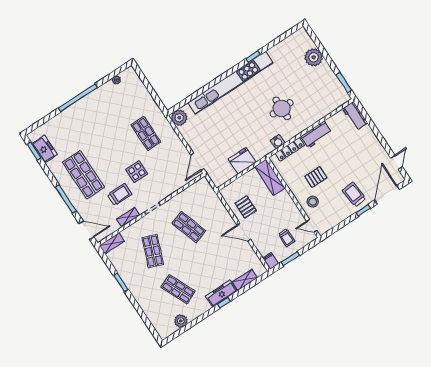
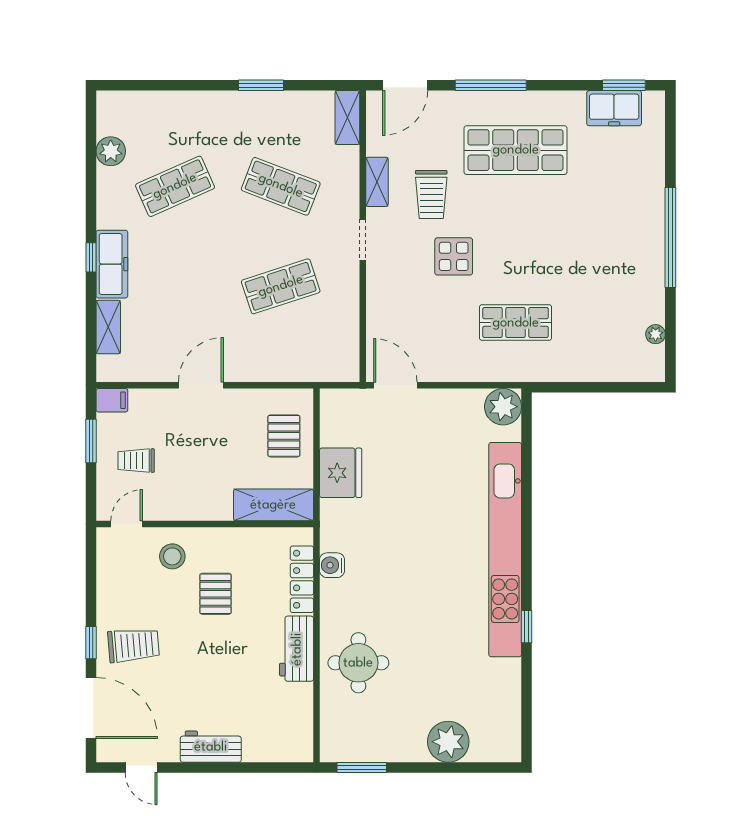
round table: (282, 108) -> (358, 663), moved
workbench: (355, 116) -> (211, 747), moved
pallet: (246, 207) -> (284, 436), moved, turned 90

